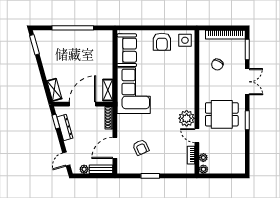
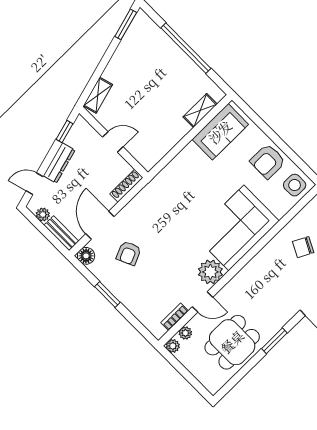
shelving: (108, 90) -> (200, 111), moved
corner sofa: (134, 91) -> (236, 228), moved, turned 180
door: (83, 104) -> (113, 142), width x0.53
dining table: (222, 114) -> (232, 342), moved, turned 90
dresser: (65, 128) -> (59, 163), moved
door: (197, 136) -> (203, 302), swing flipped
door: (115, 148) -> (100, 225), hinge flipped
floor lamp: (123, 168) -> (86, 256), added

